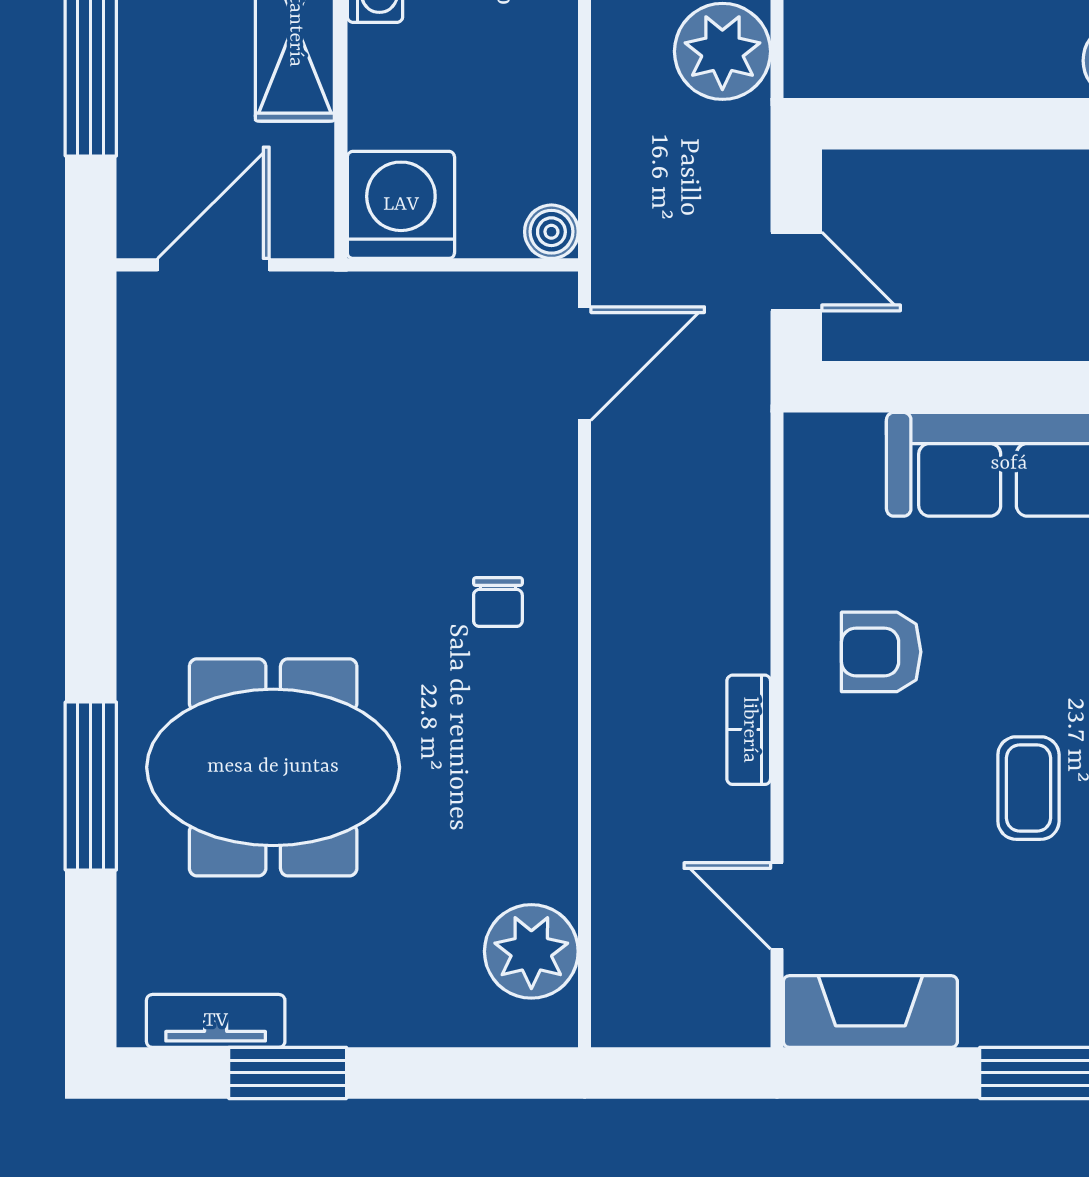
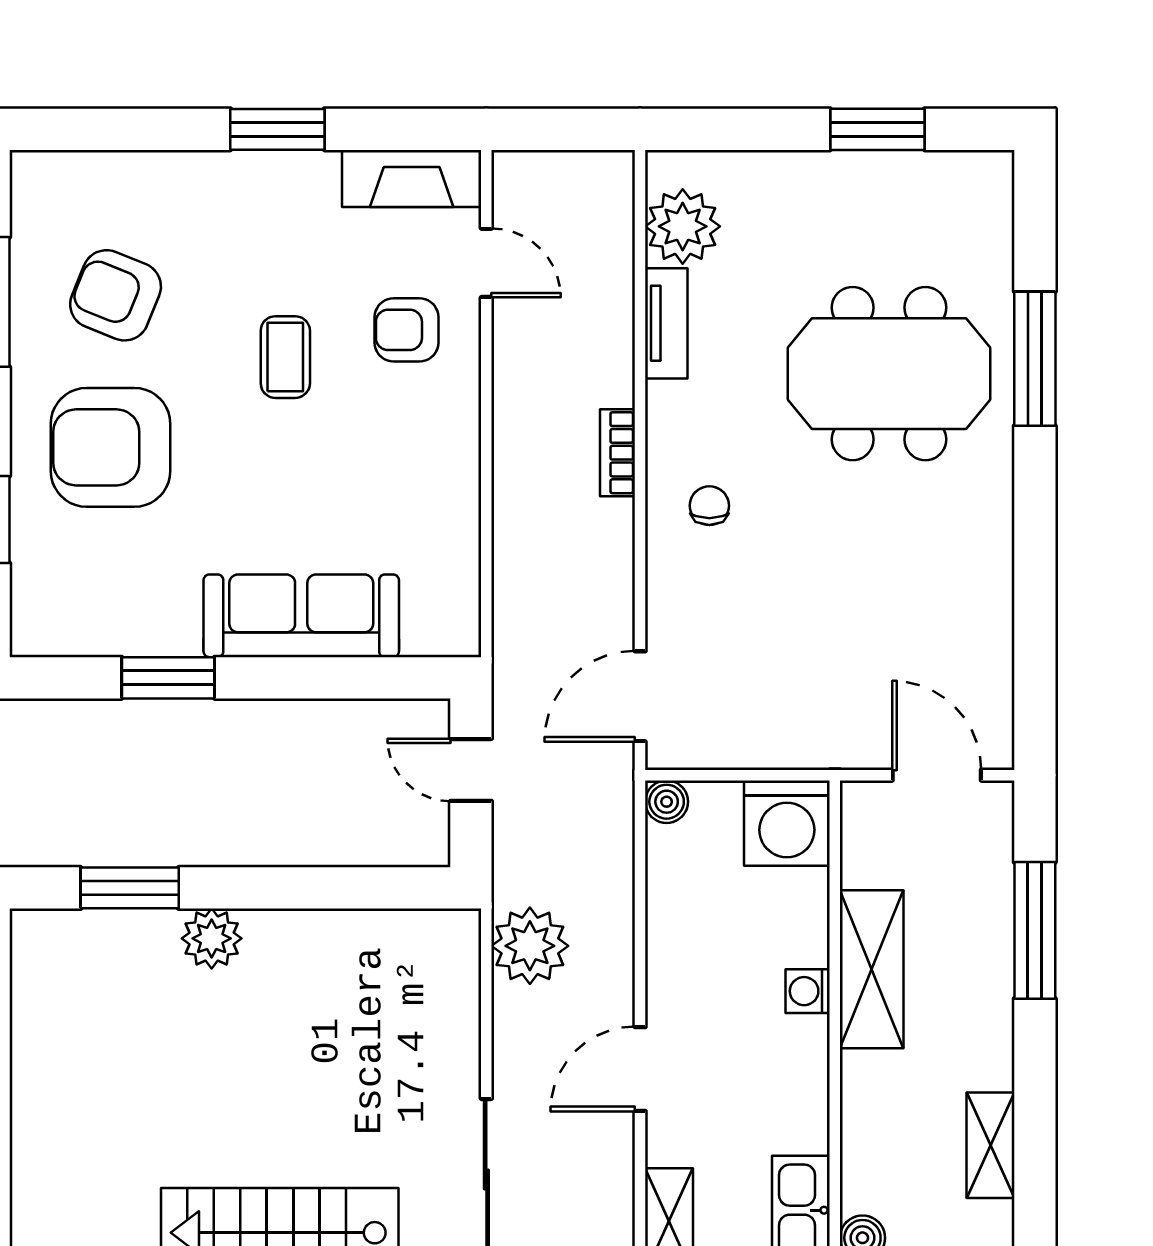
door: (213, 265) -> (937, 775), swing flipped
armchair: (881, 652) -> (407, 330), moved, turned 180
bookcase: (749, 730) -> (618, 453), moved, turned 180
tv unit: (216, 1021) -> (666, 323), moved, turned -90

